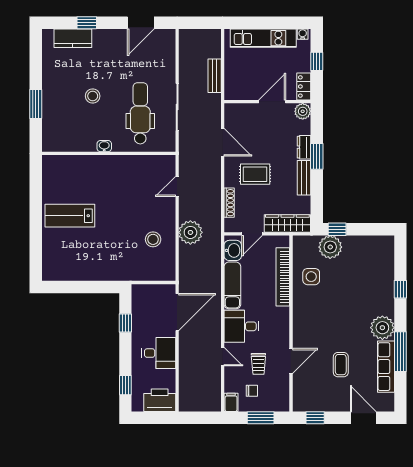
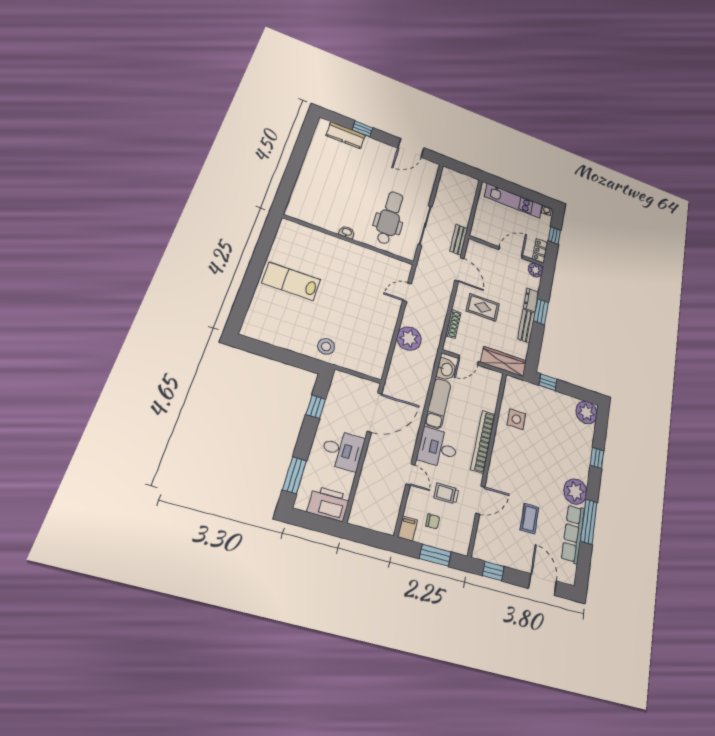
bench: (215, 76) -> (459, 240), moved
stool: (93, 96) -> (349, 187), removed
window: (36, 104) -> (292, 173), removed
stool: (153, 239) -> (326, 346), moved
plant: (330, 247) -> (586, 412), moved
bookcase: (283, 277) -> (483, 442), moved
trolley: (258, 364) -> (446, 493), turned 90
window: (125, 385) -> (295, 475), width x1.50

